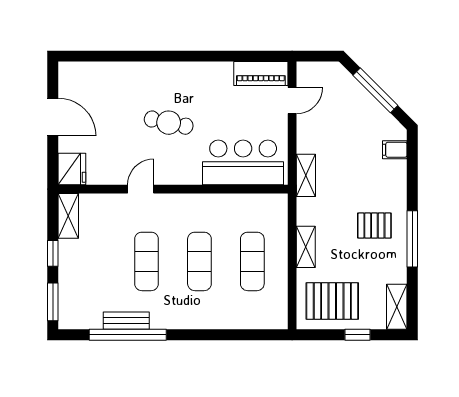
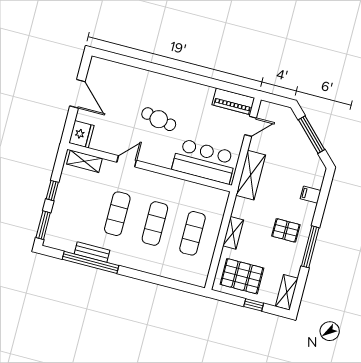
filing cabinet: (395, 150) -> (311, 195), moved
shelving: (306, 175) -> (251, 175), width x1.50, depth x1.33
shelving: (68, 216) -> (84, 161), moved, turned 90

